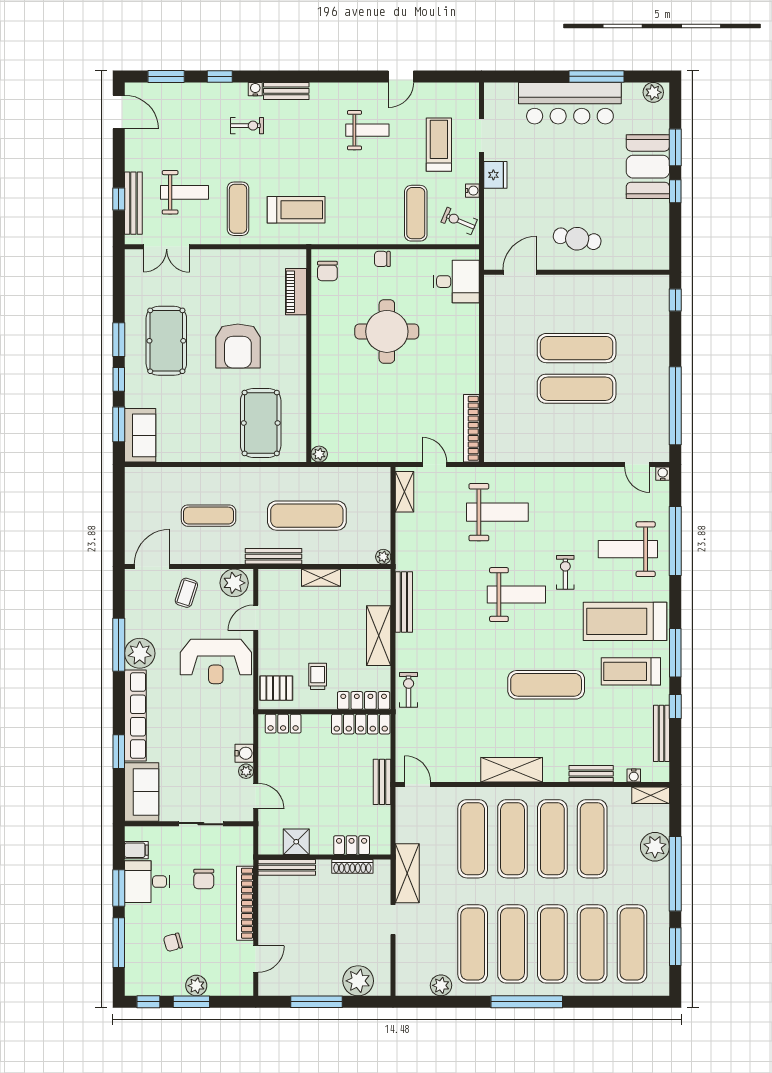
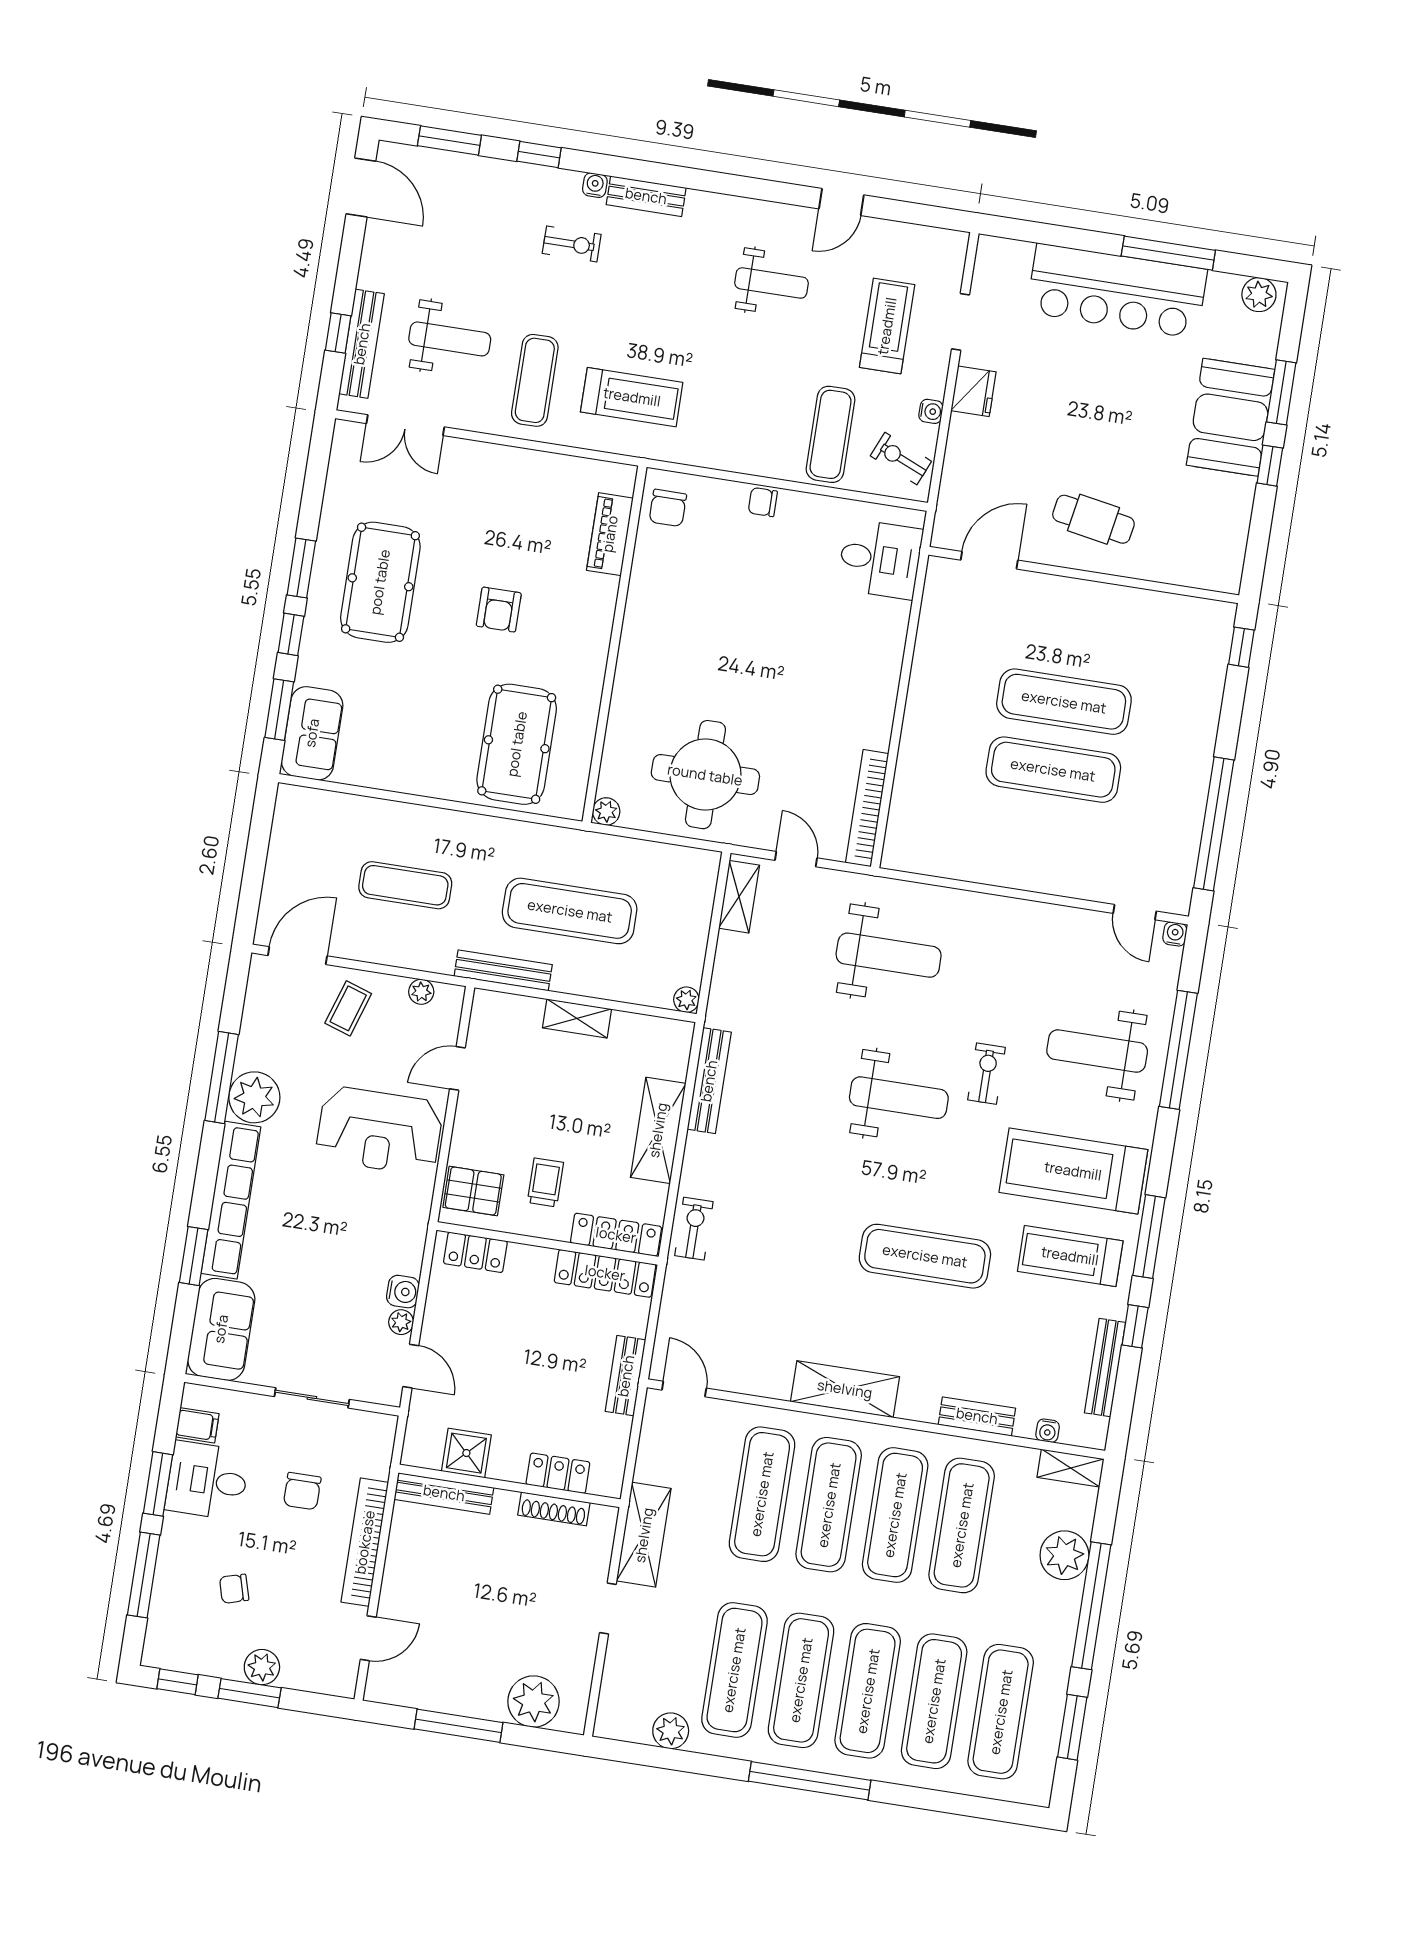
round table: (387, 331) -> (705, 775), moved
armchair: (238, 346) -> (499, 610), width x0.53, depth x0.53
plant: (234, 583) -> (421, 992), width x0.53, depth x0.53

